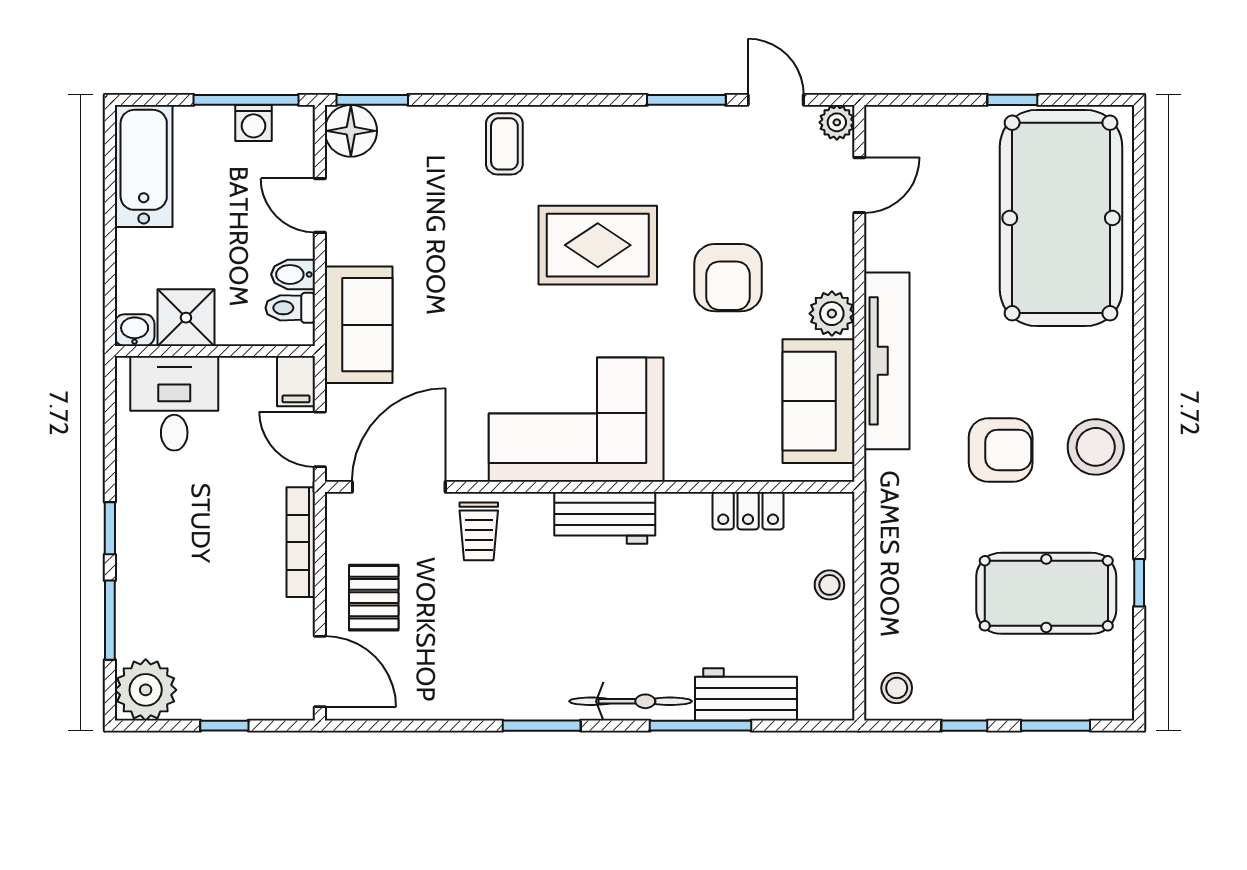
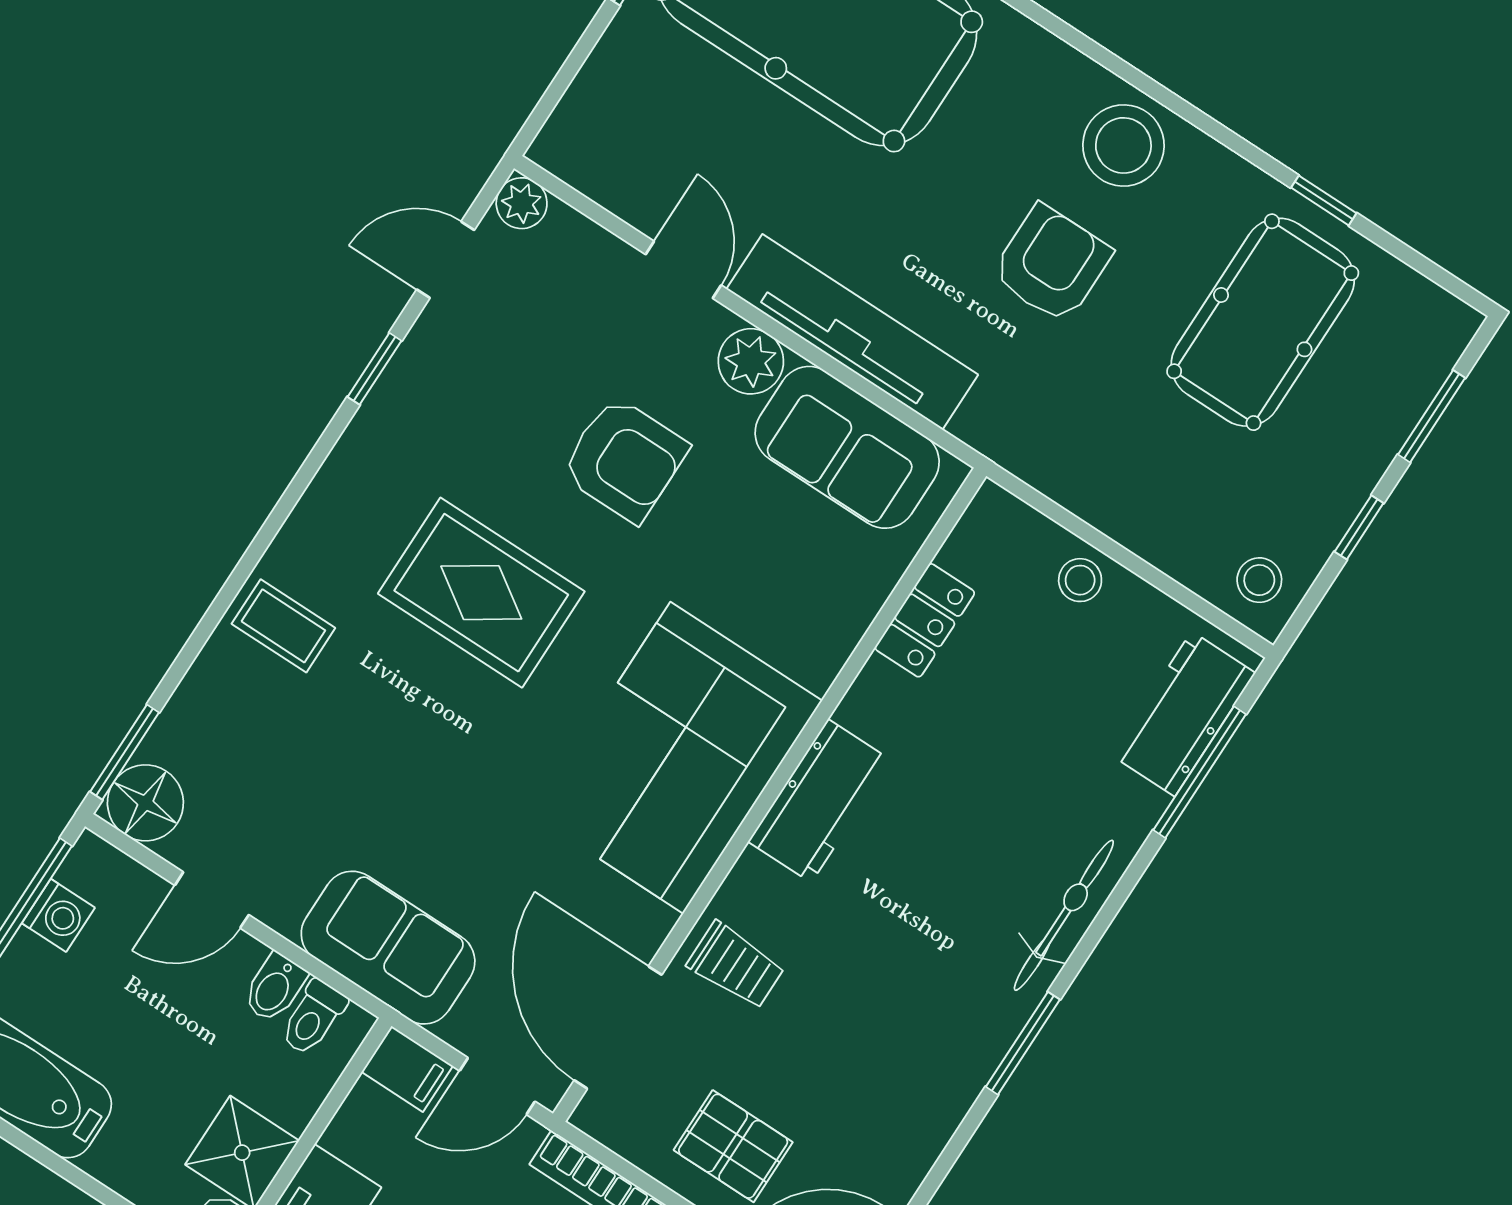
window: (686, 100) -> (374, 369), width x0.67
door: (859, 185) -> (683, 270), moved
rug: (598, 245) -> (481, 593), turned 90
workbench: (746, 694) -> (1183, 714), moved
window: (701, 726) -> (1200, 772), moved

